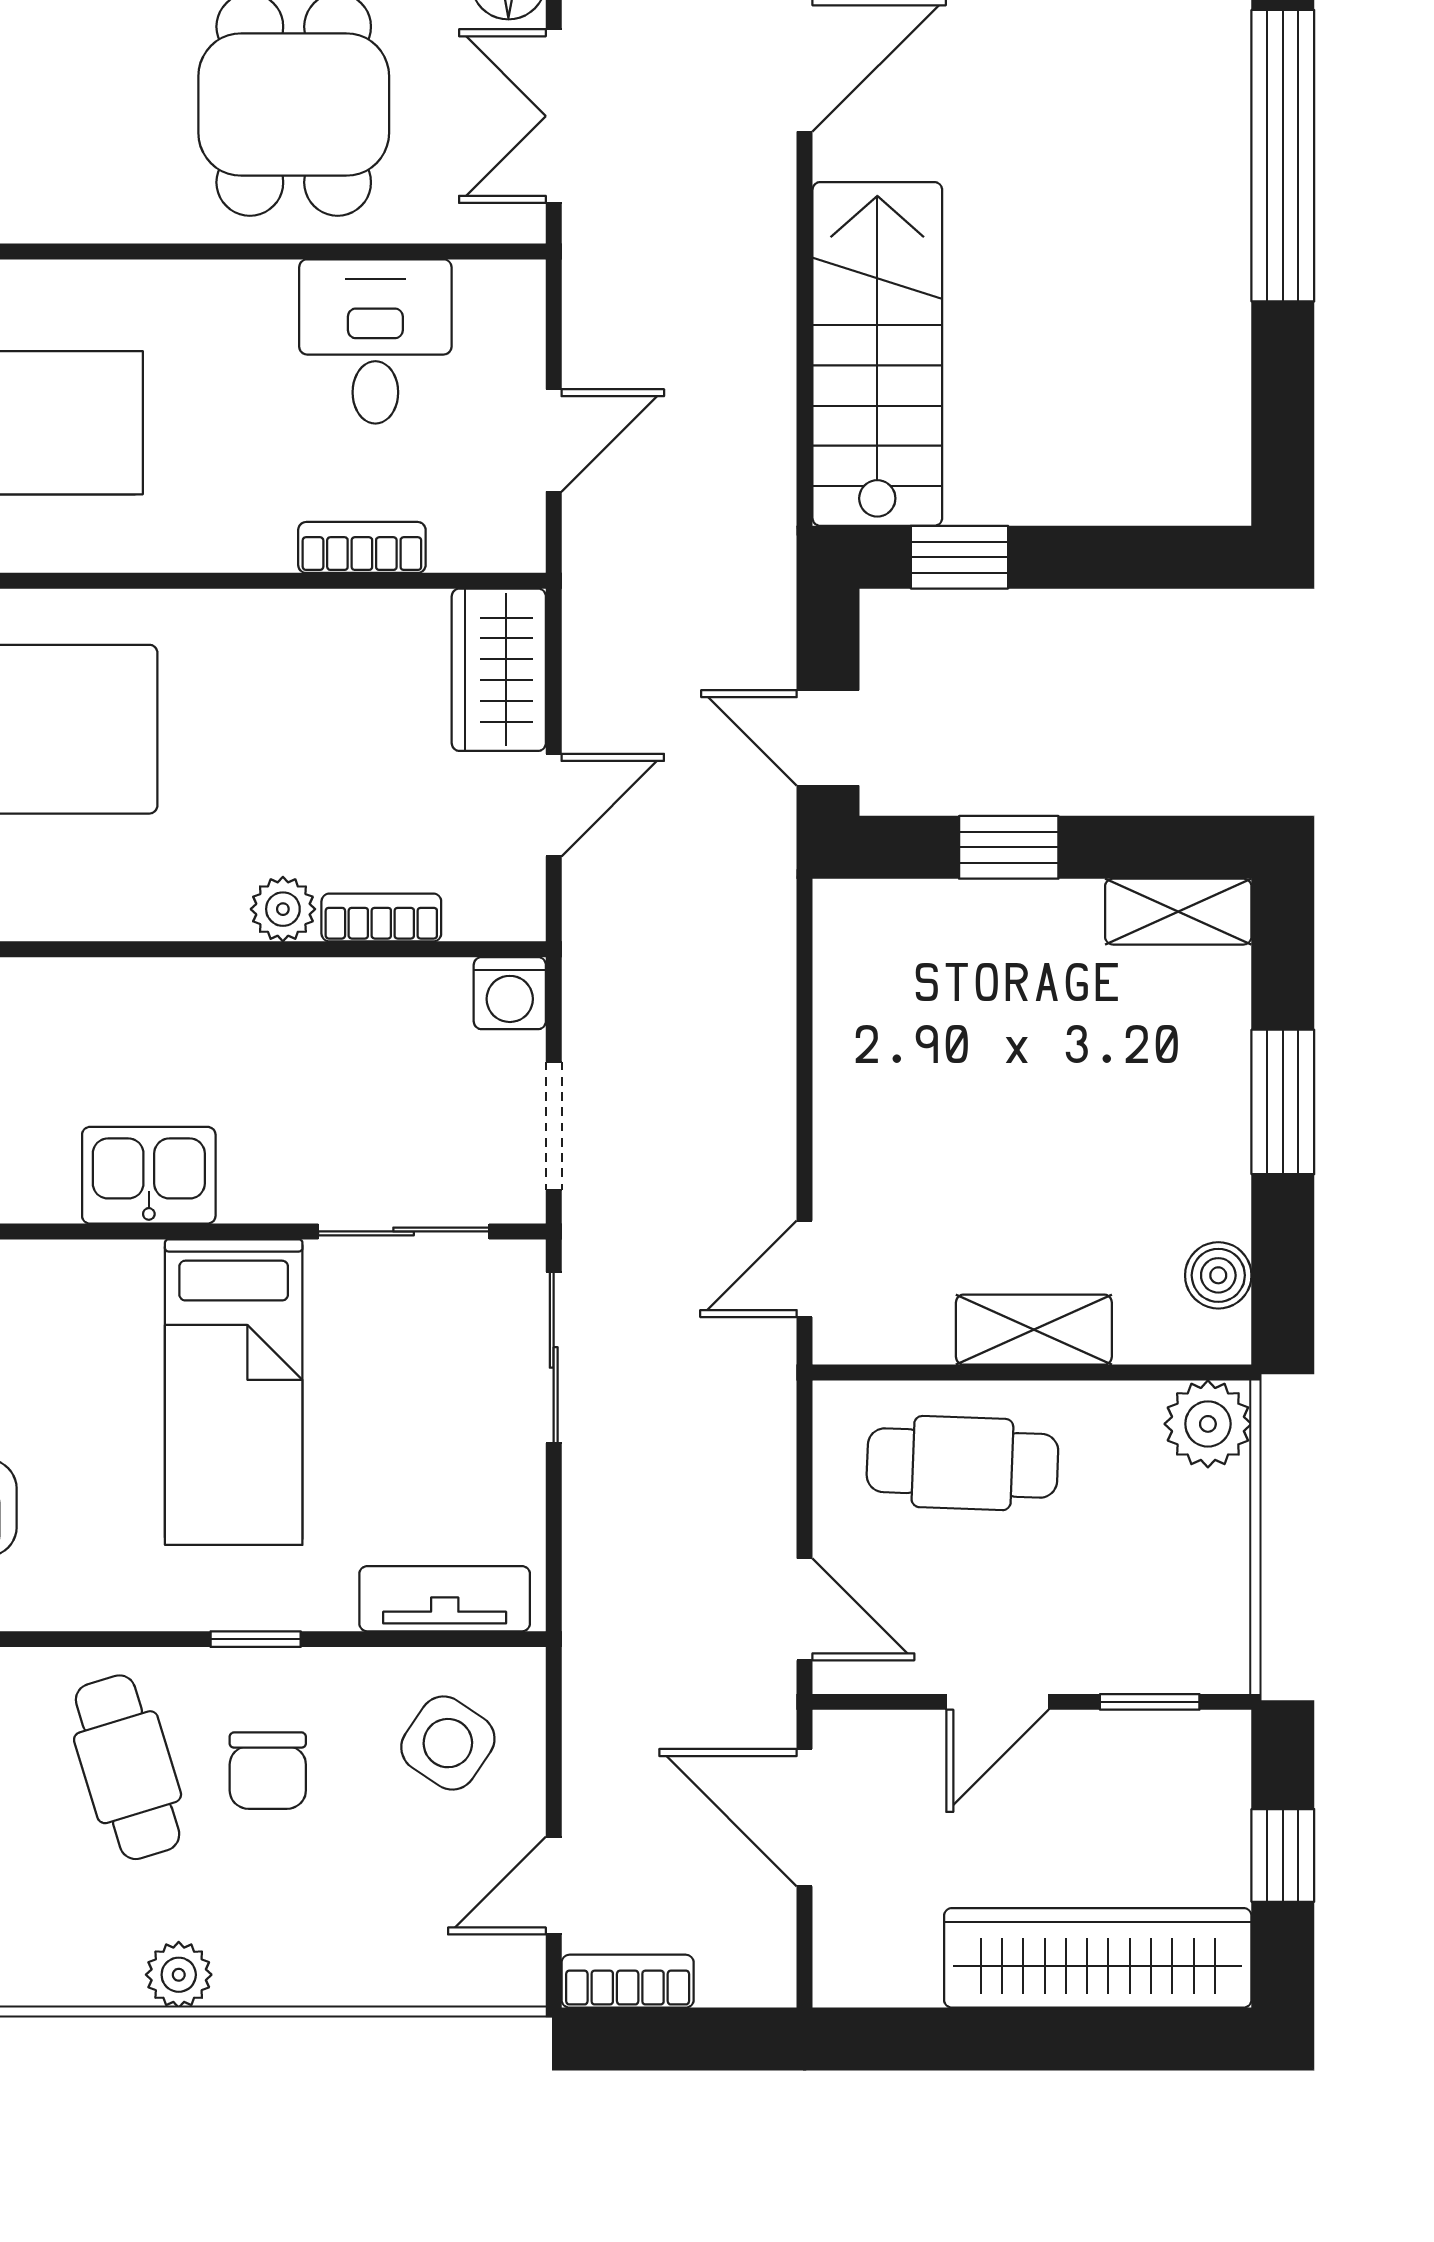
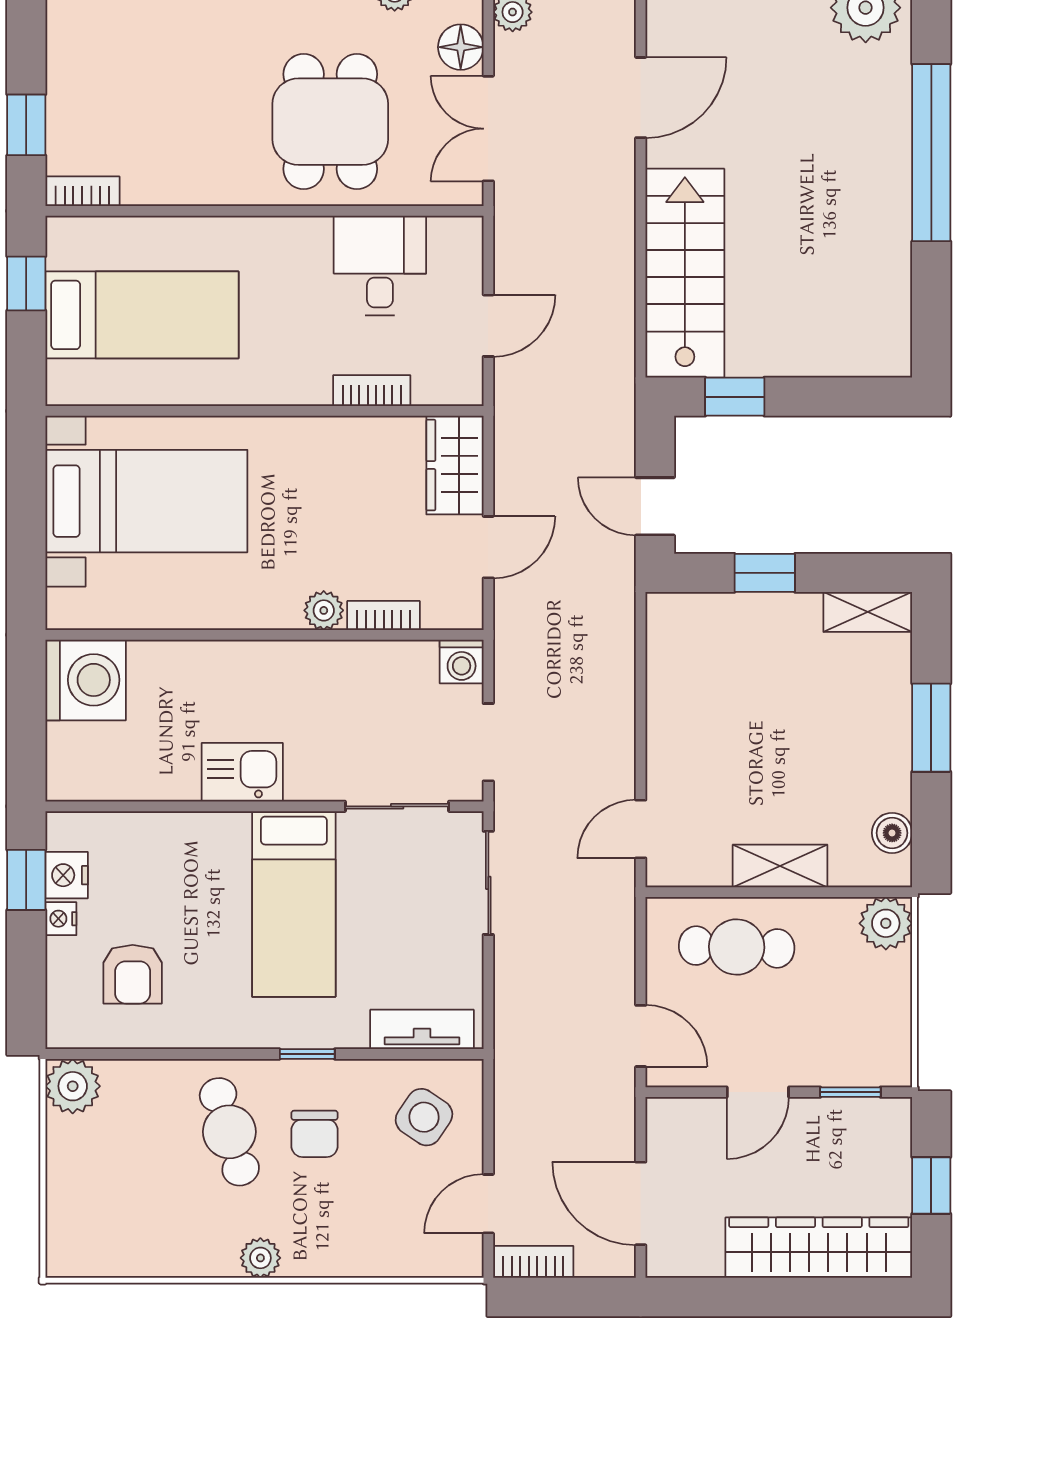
door: (805, 1818) -> (641, 1203), moved

